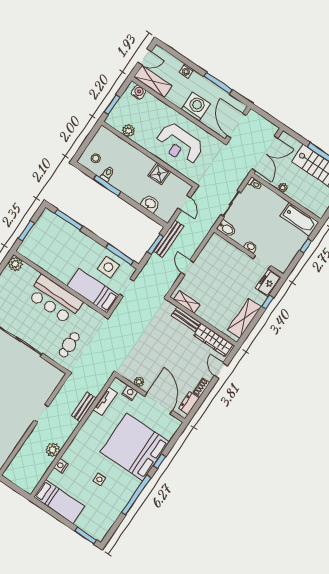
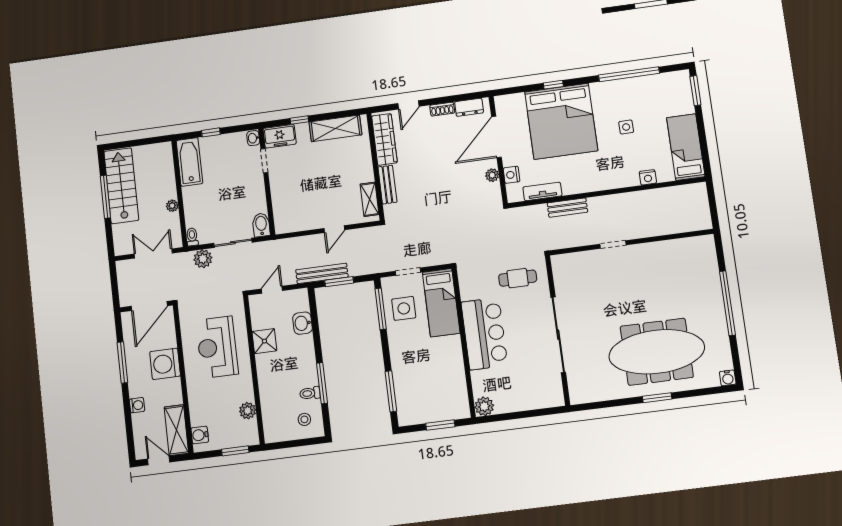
reception desk: (179, 144) -> (217, 347), turned 180
double door: (265, 153) -> (153, 254), width x0.73
washbasin: (251, 247) -> (253, 138), moved
plant: (53, 450) -> (203, 259), moved
window: (136, 495) -> (629, 74), moved

